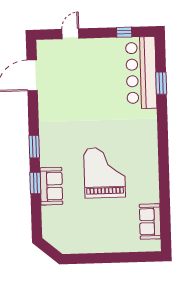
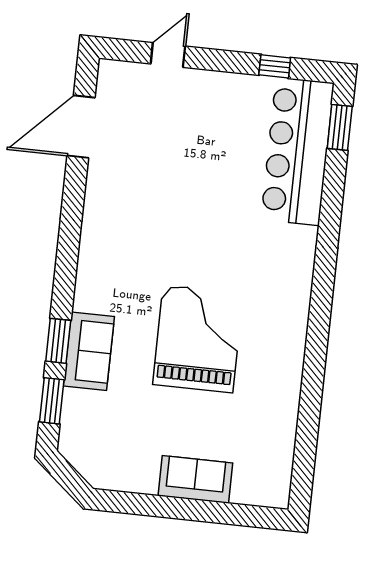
window: (161, 83) -> (340, 127), moved
window: (34, 147) -> (52, 401), moved
sofa: (150, 222) -> (195, 479), moved, turned 90

